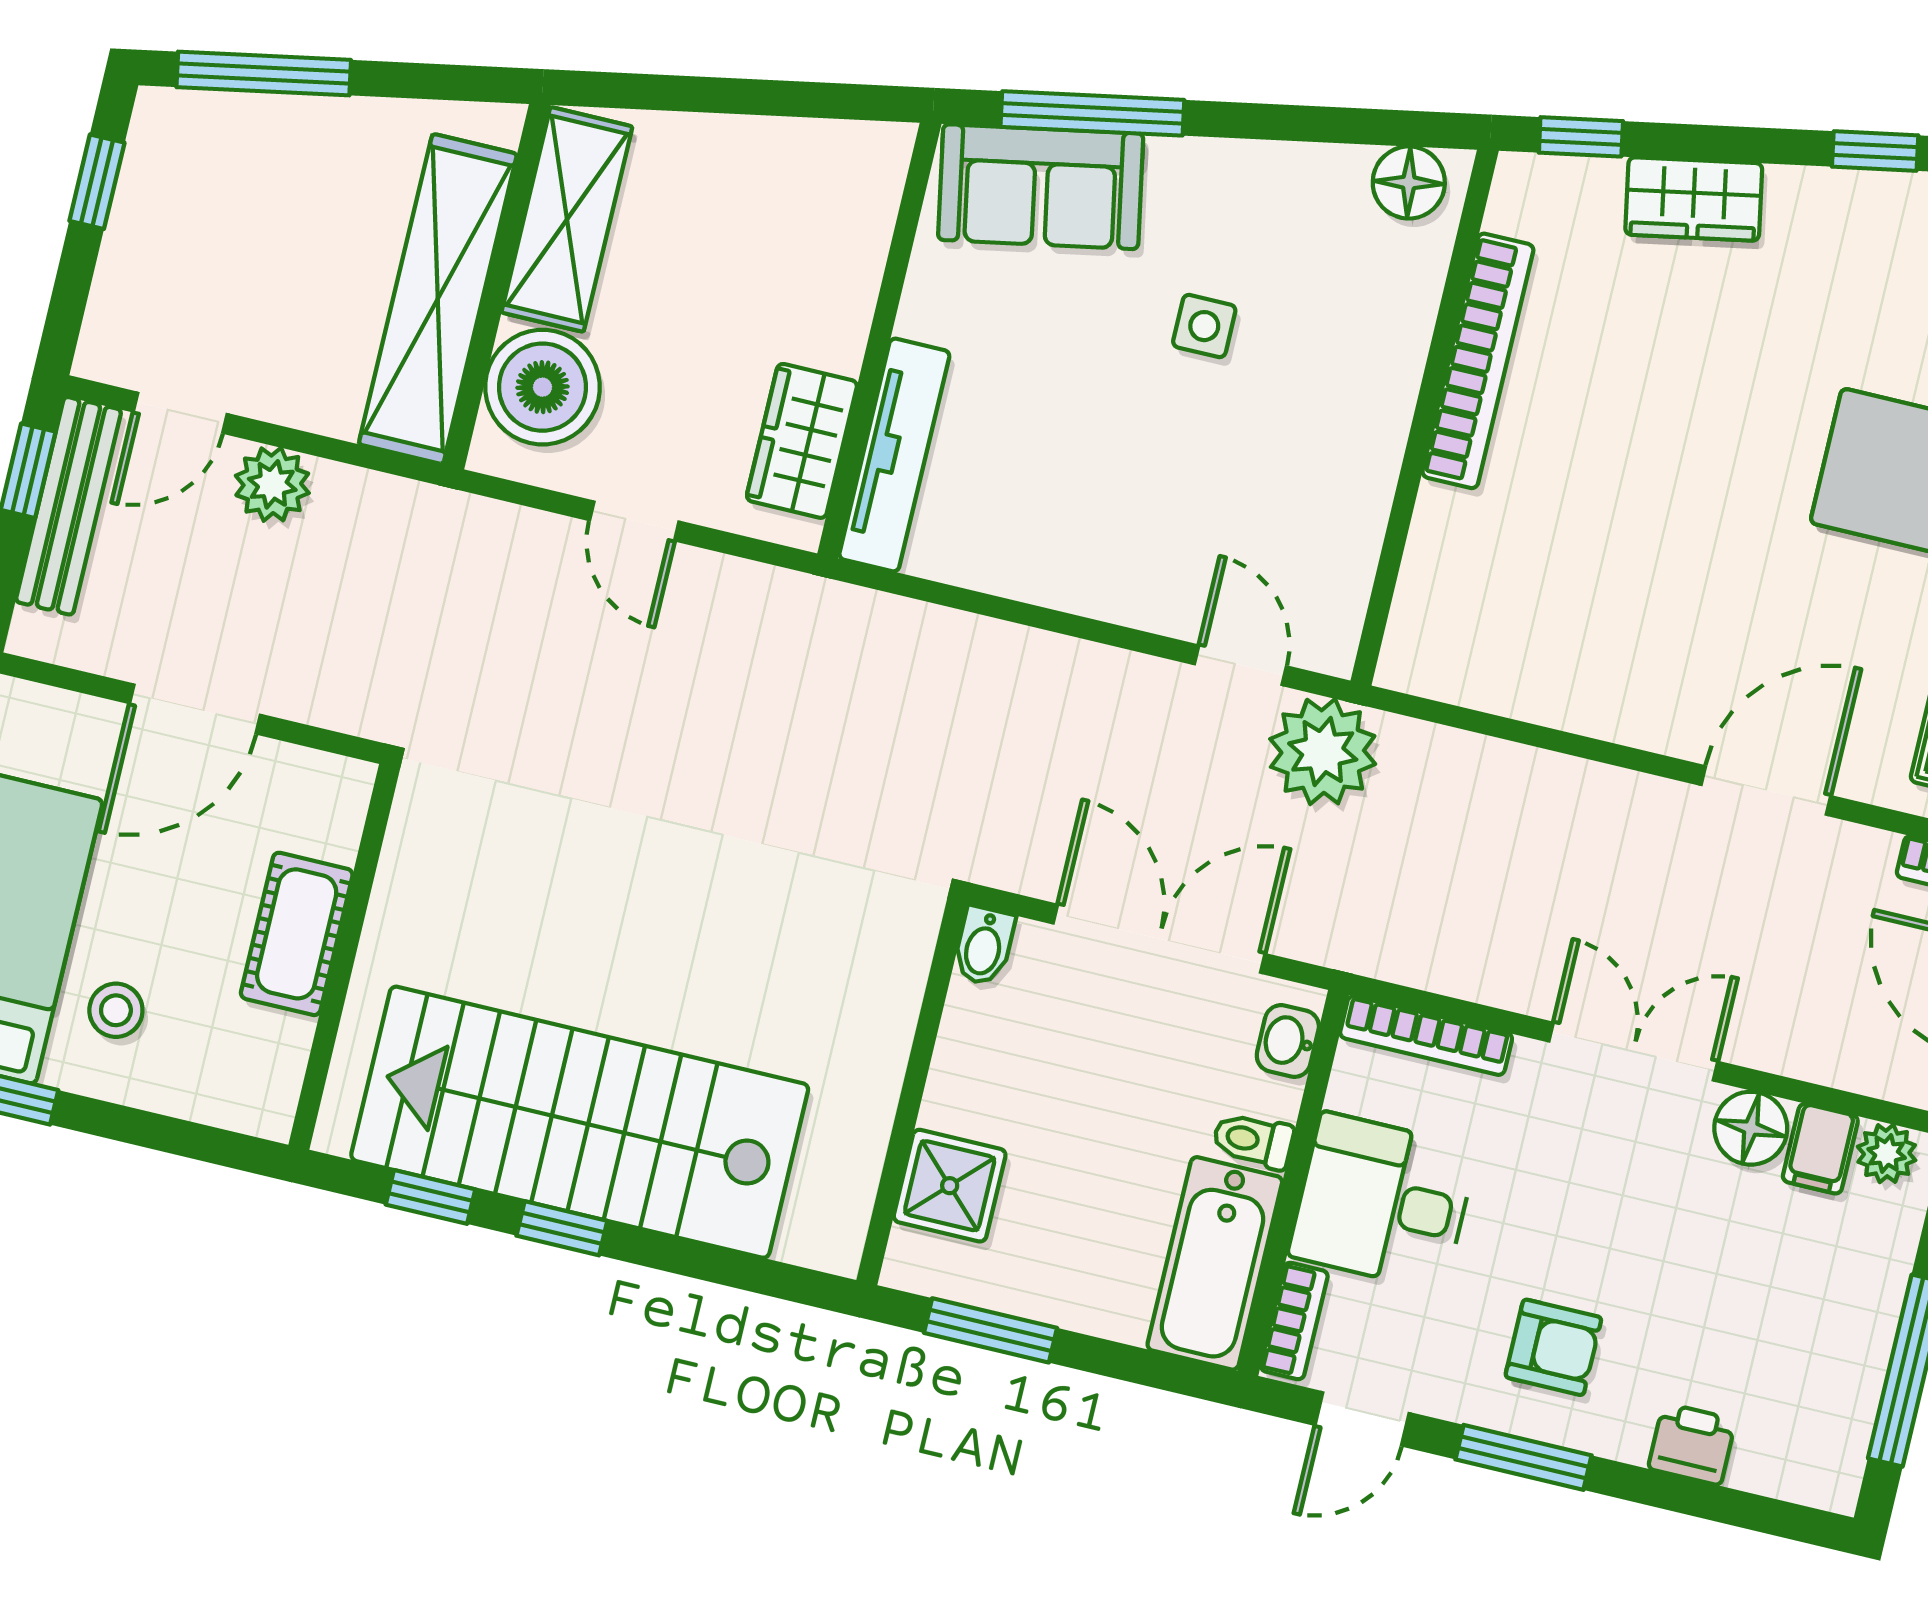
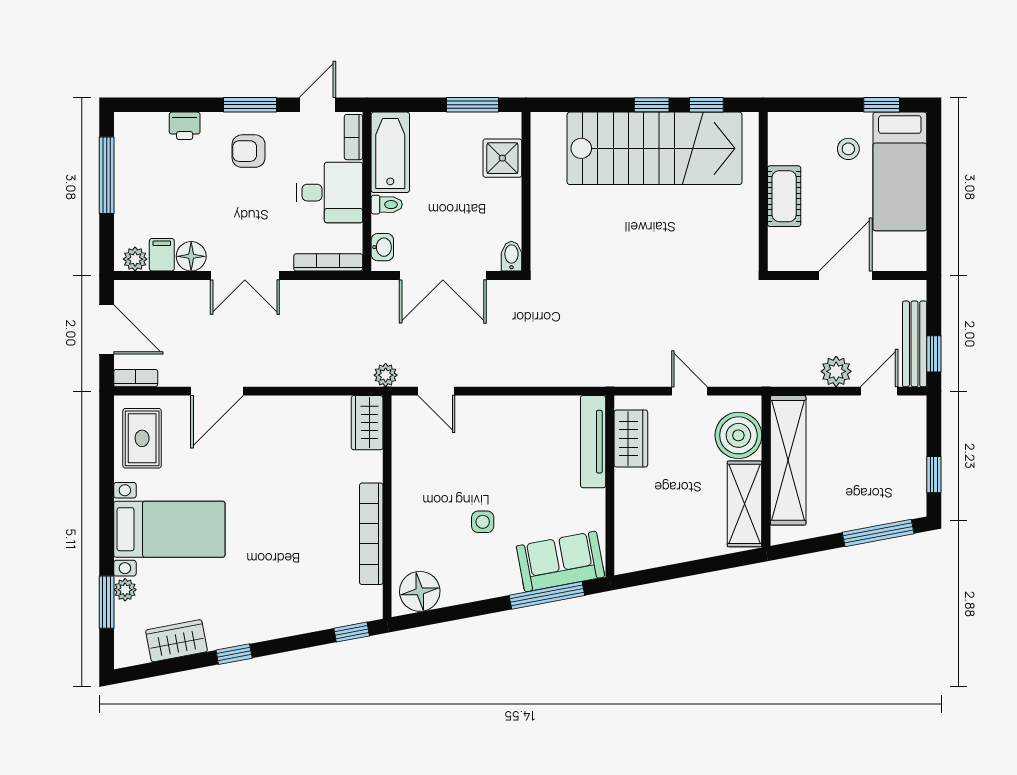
floor lamp: (1409, 183) -> (420, 591), width x1.38, depth x1.38
wardrobe: (1694, 199) -> (367, 423), moved, turned -79
plant: (1323, 752) -> (386, 375), width x0.53, depth x0.53

